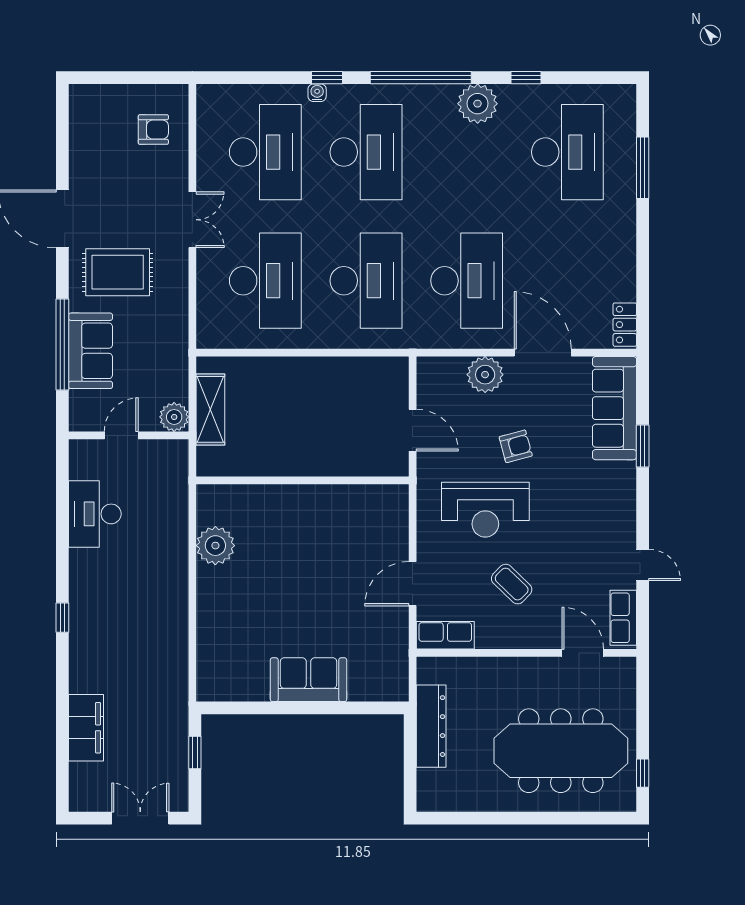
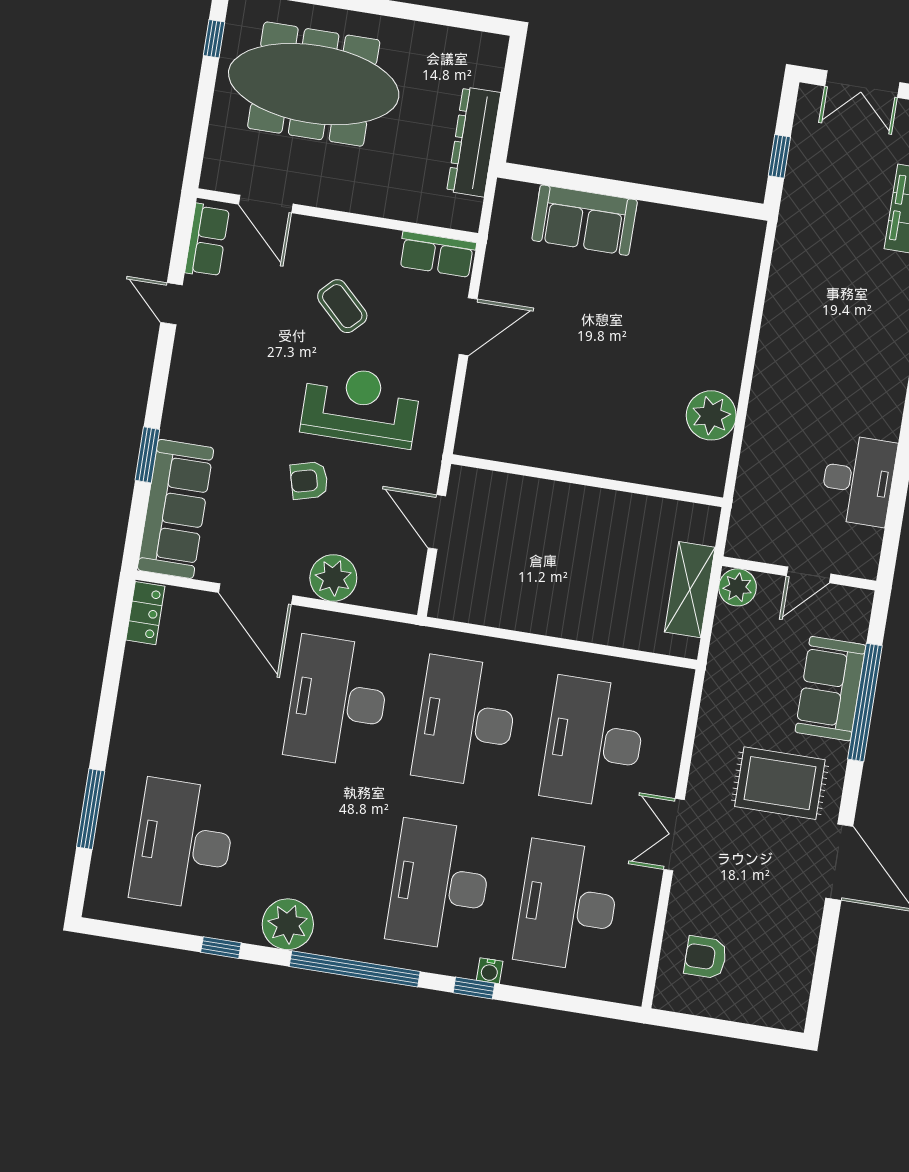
sofa: (308, 680) -> (585, 220), moved

